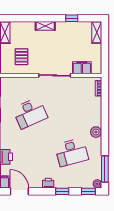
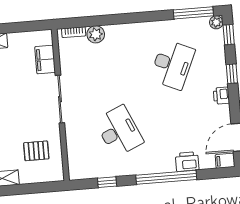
plant: (96, 132) -> (96, 34), moved
desk: (72, 152) -> (172, 65), turned 39

